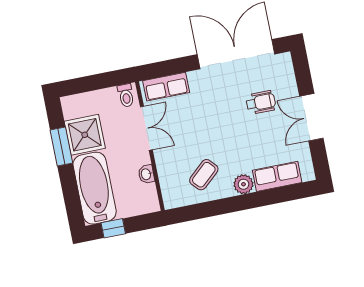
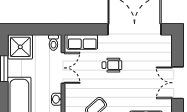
wheelchair: (261, 102) -> (112, 65), moved
shower: (85, 135) -> (20, 47), moved

